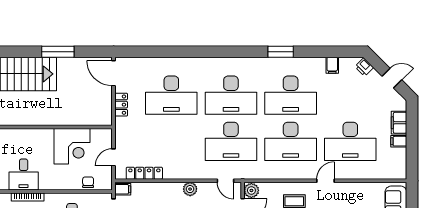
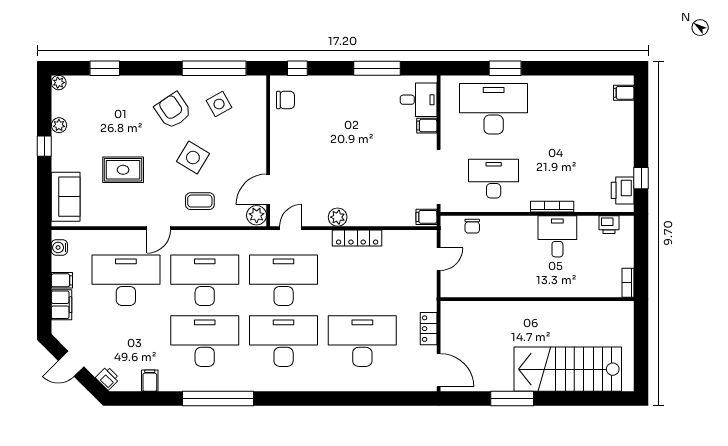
window: (281, 52) -> (218, 399), width x2.11
corner desk: (72, 146) -> (493, 274), removed
water cooler: (401, 166) -> (59, 247), added
locker: (144, 173) -> (357, 238), moved
door: (225, 181) -> (291, 228), hinge flipped

